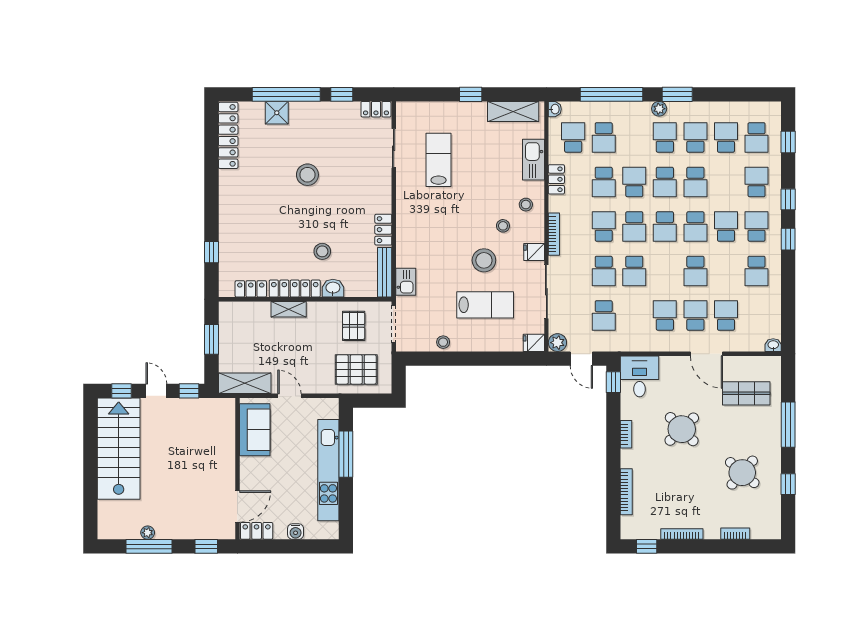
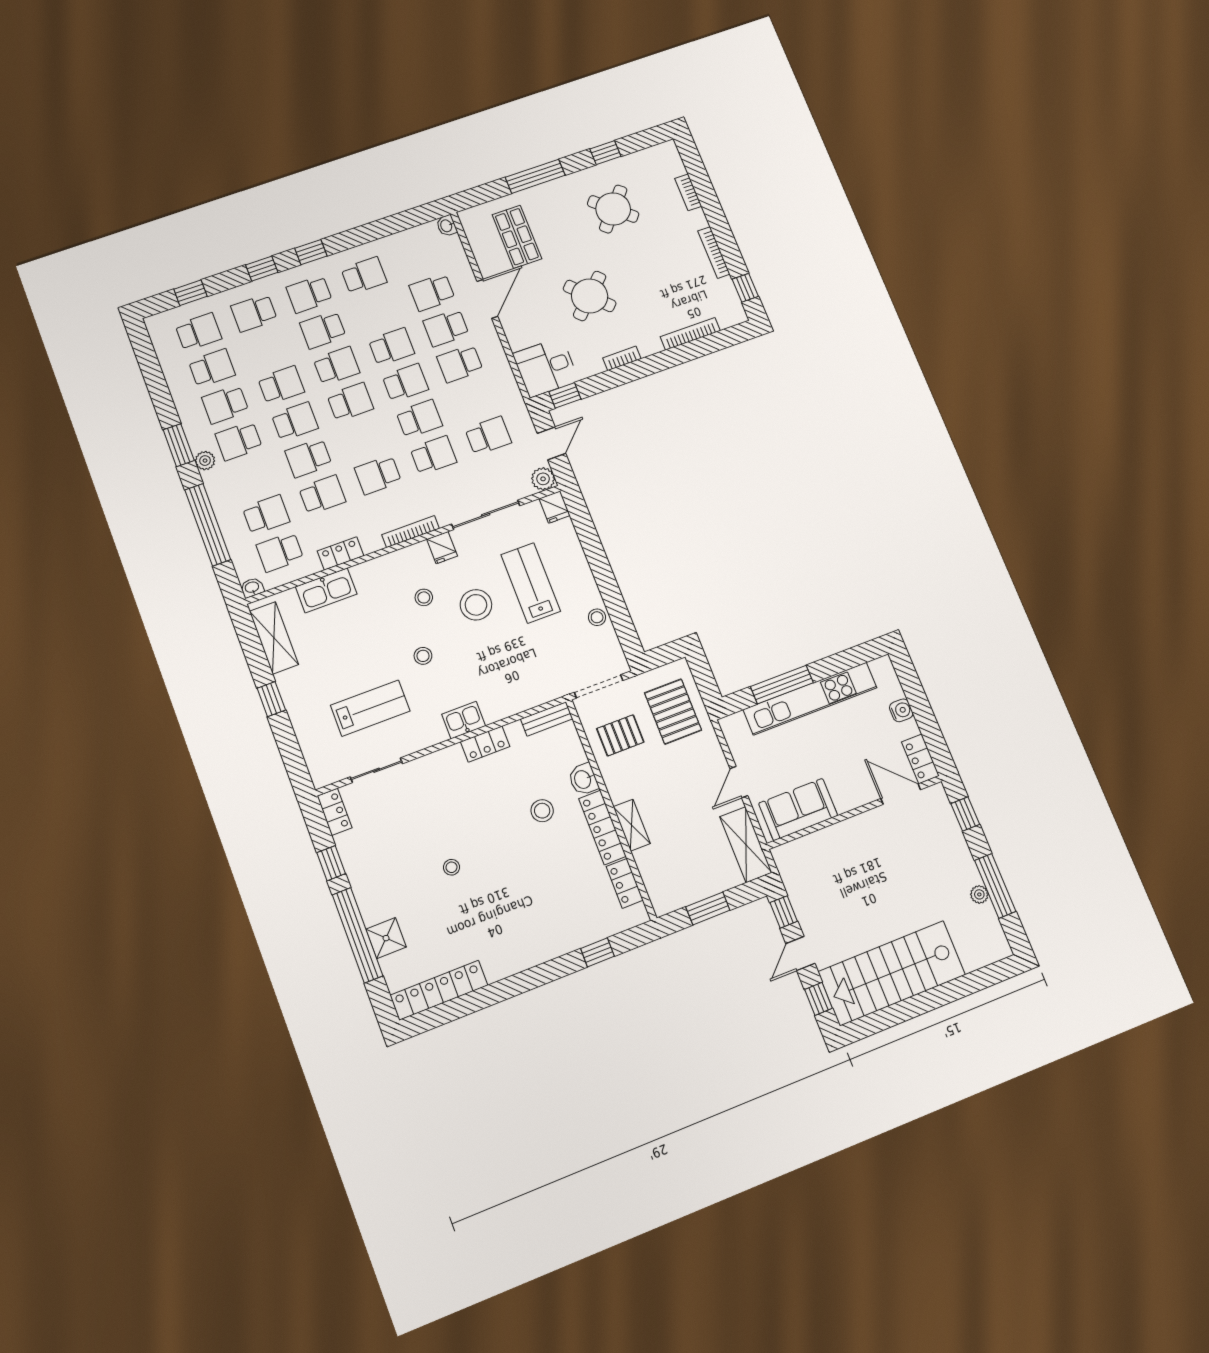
school desk: (726, 137) -> (212, 368), turned 180
lab bench: (439, 160) -> (370, 708), turned 180
stool: (307, 175) -> (451, 867), width x0.53, depth x0.53
stool: (526, 205) -> (423, 656), moved
school desk: (634, 226) -> (405, 383), moved
bench: (385, 272) -> (547, 719), width x0.73
kitchen sink: (406, 282) -> (464, 720), moved

